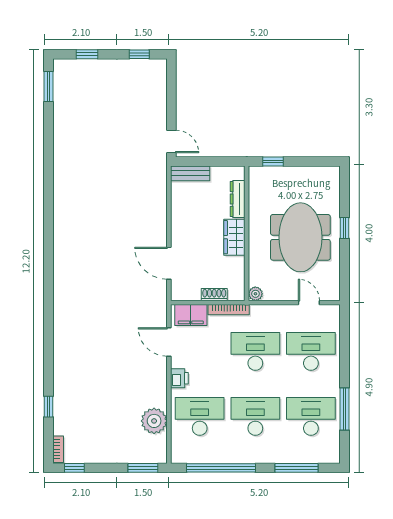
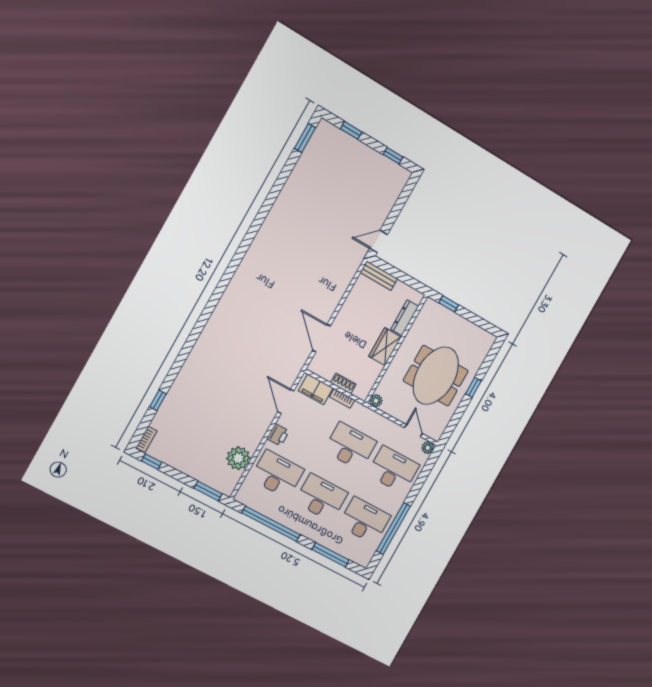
door: (171, 142) -> (379, 241), swing flipped
bookcase: (229, 310) -> (342, 398), width x0.64
plant: (333, 311) -> (428, 448), added
window: (344, 409) -> (393, 528), width x1.46

